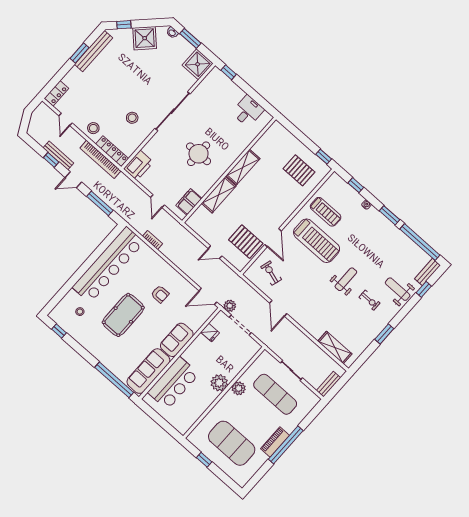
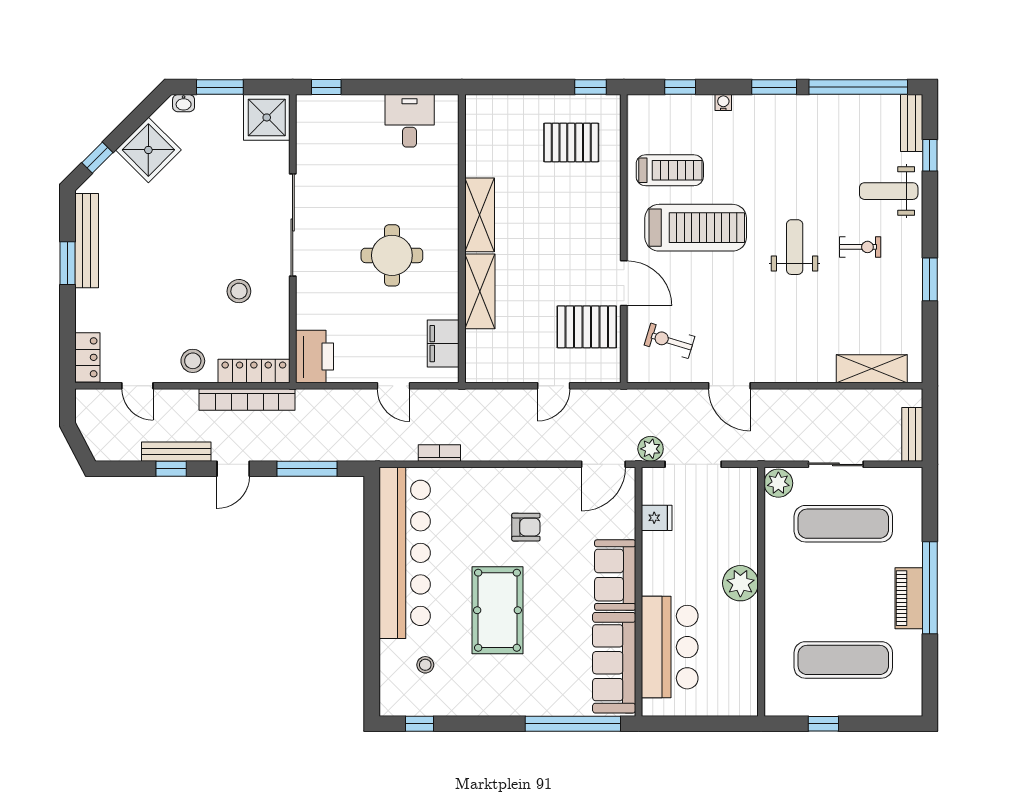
plant: (239, 388) -> (778, 483), moved
exercise mat: (232, 443) -> (843, 660), width x0.68

